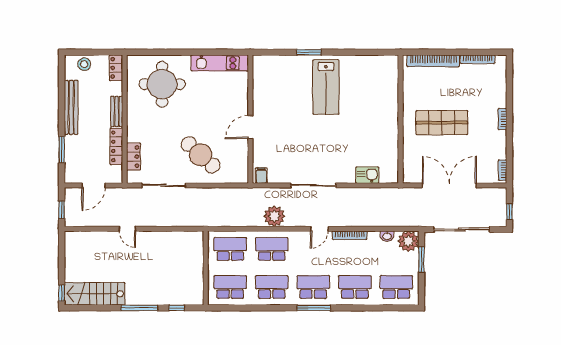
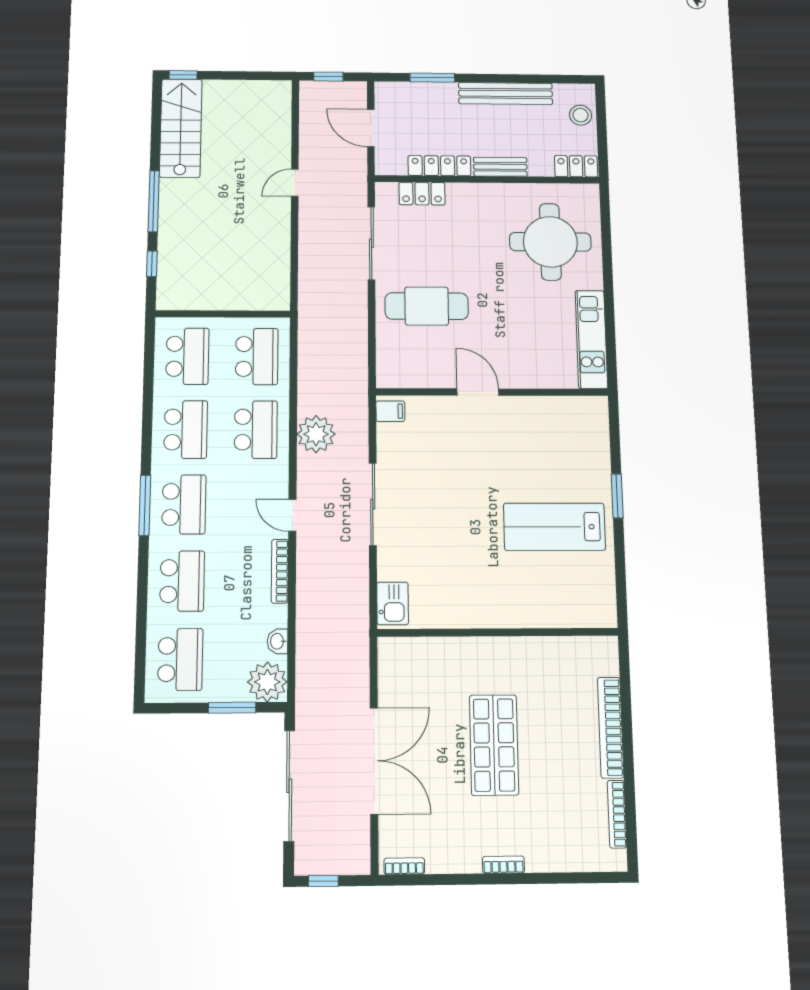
wall: (401, 119) -> (498, 632), moved
cafe table: (201, 155) -> (427, 306), turned 48

